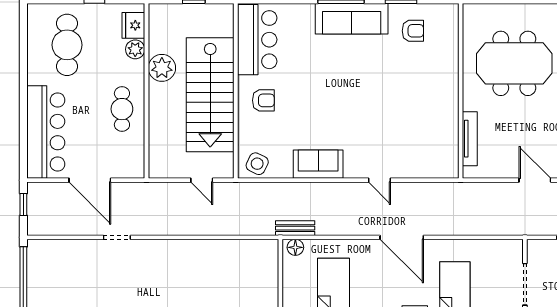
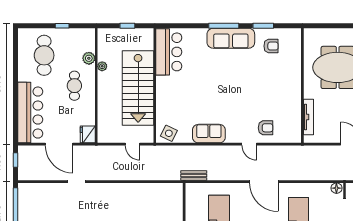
fridge: (133, 25) -> (88, 134), moved
plant: (162, 68) -> (102, 66), width x0.53, depth x0.53
armchair: (263, 100) -> (266, 128), moved
cafe table: (122, 109) -> (74, 86), moved
floor lamp: (295, 247) -> (336, 188), moved

